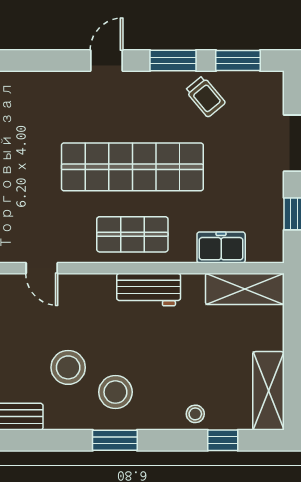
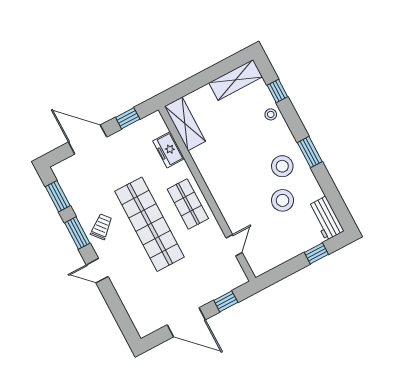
trolley: (205, 96) -> (102, 227), moved
workbench: (149, 290) -> (214, 178), removed

